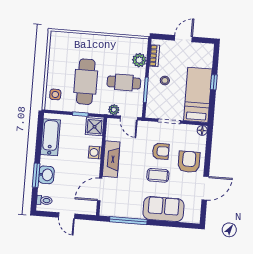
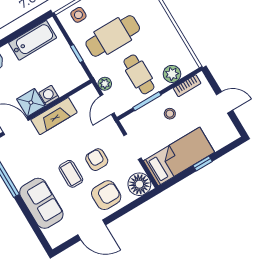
shower: (95, 127) -> (31, 103), moved
floor lamp: (202, 130) -> (139, 184), width x1.89, depth x1.89
armchair: (161, 151) -> (97, 160), turned 180

